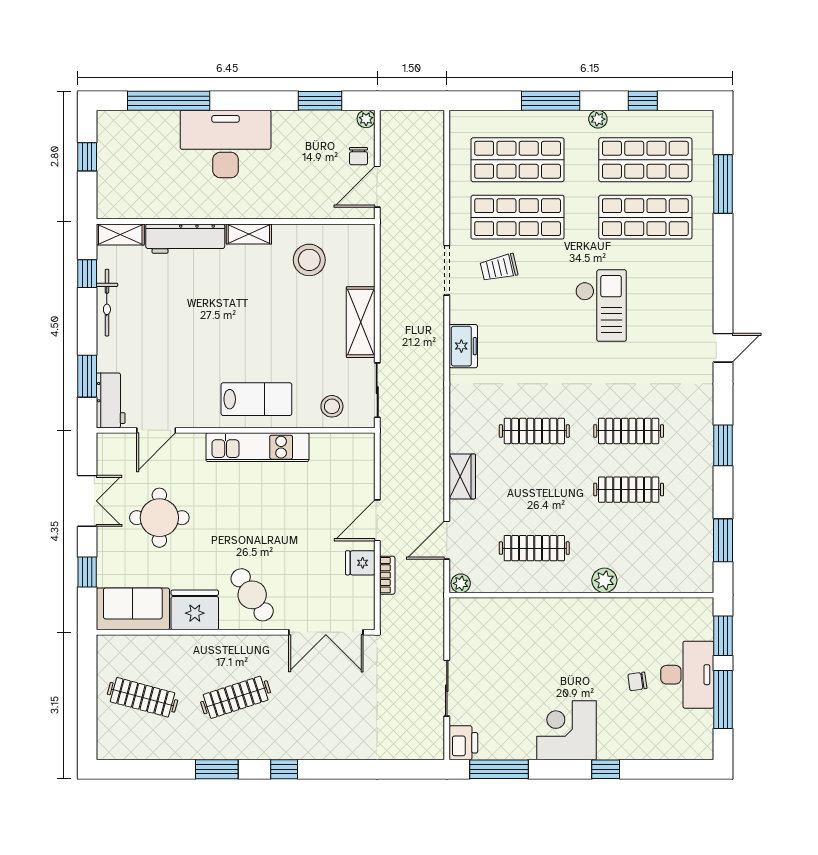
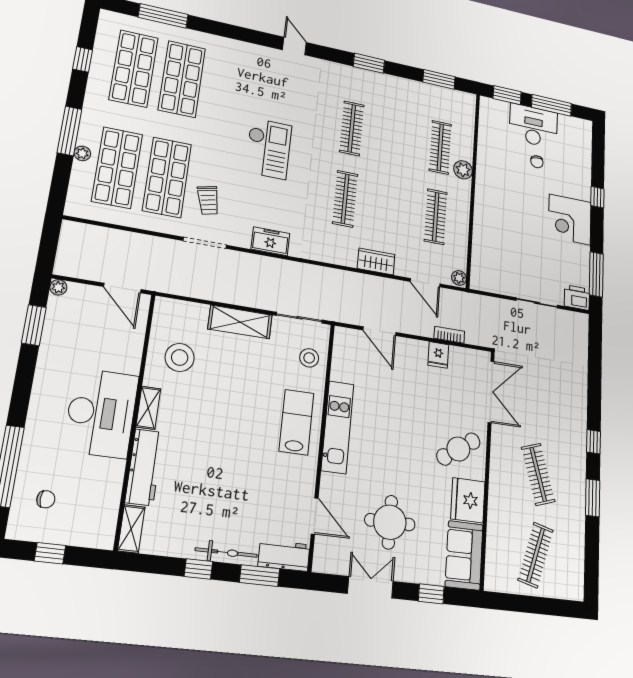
plant: (598, 119) -> (82, 153), moved
desk: (226, 144) -> (101, 413), moved, turned 180
chair: (359, 156) -> (46, 499), moved
window: (87, 274) -> (198, 569), moved
bicycle: (107, 303) -> (226, 553), moved
checkout: (601, 306) -> (268, 149), moved, turned 90
clothes rail: (629, 490) -> (440, 147), moved
door: (377, 520) -> (379, 331), moved

